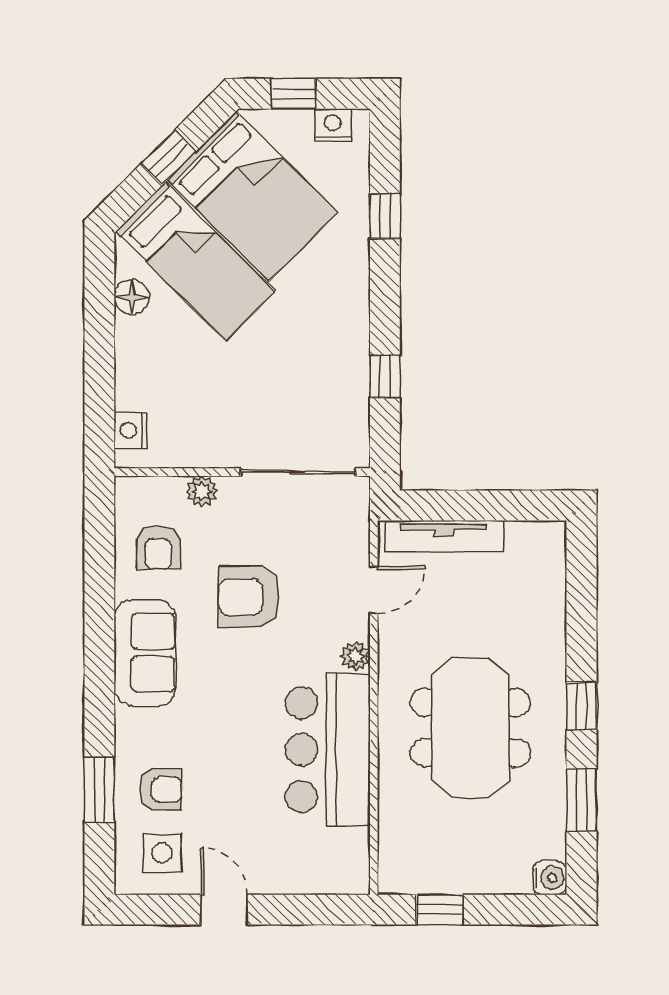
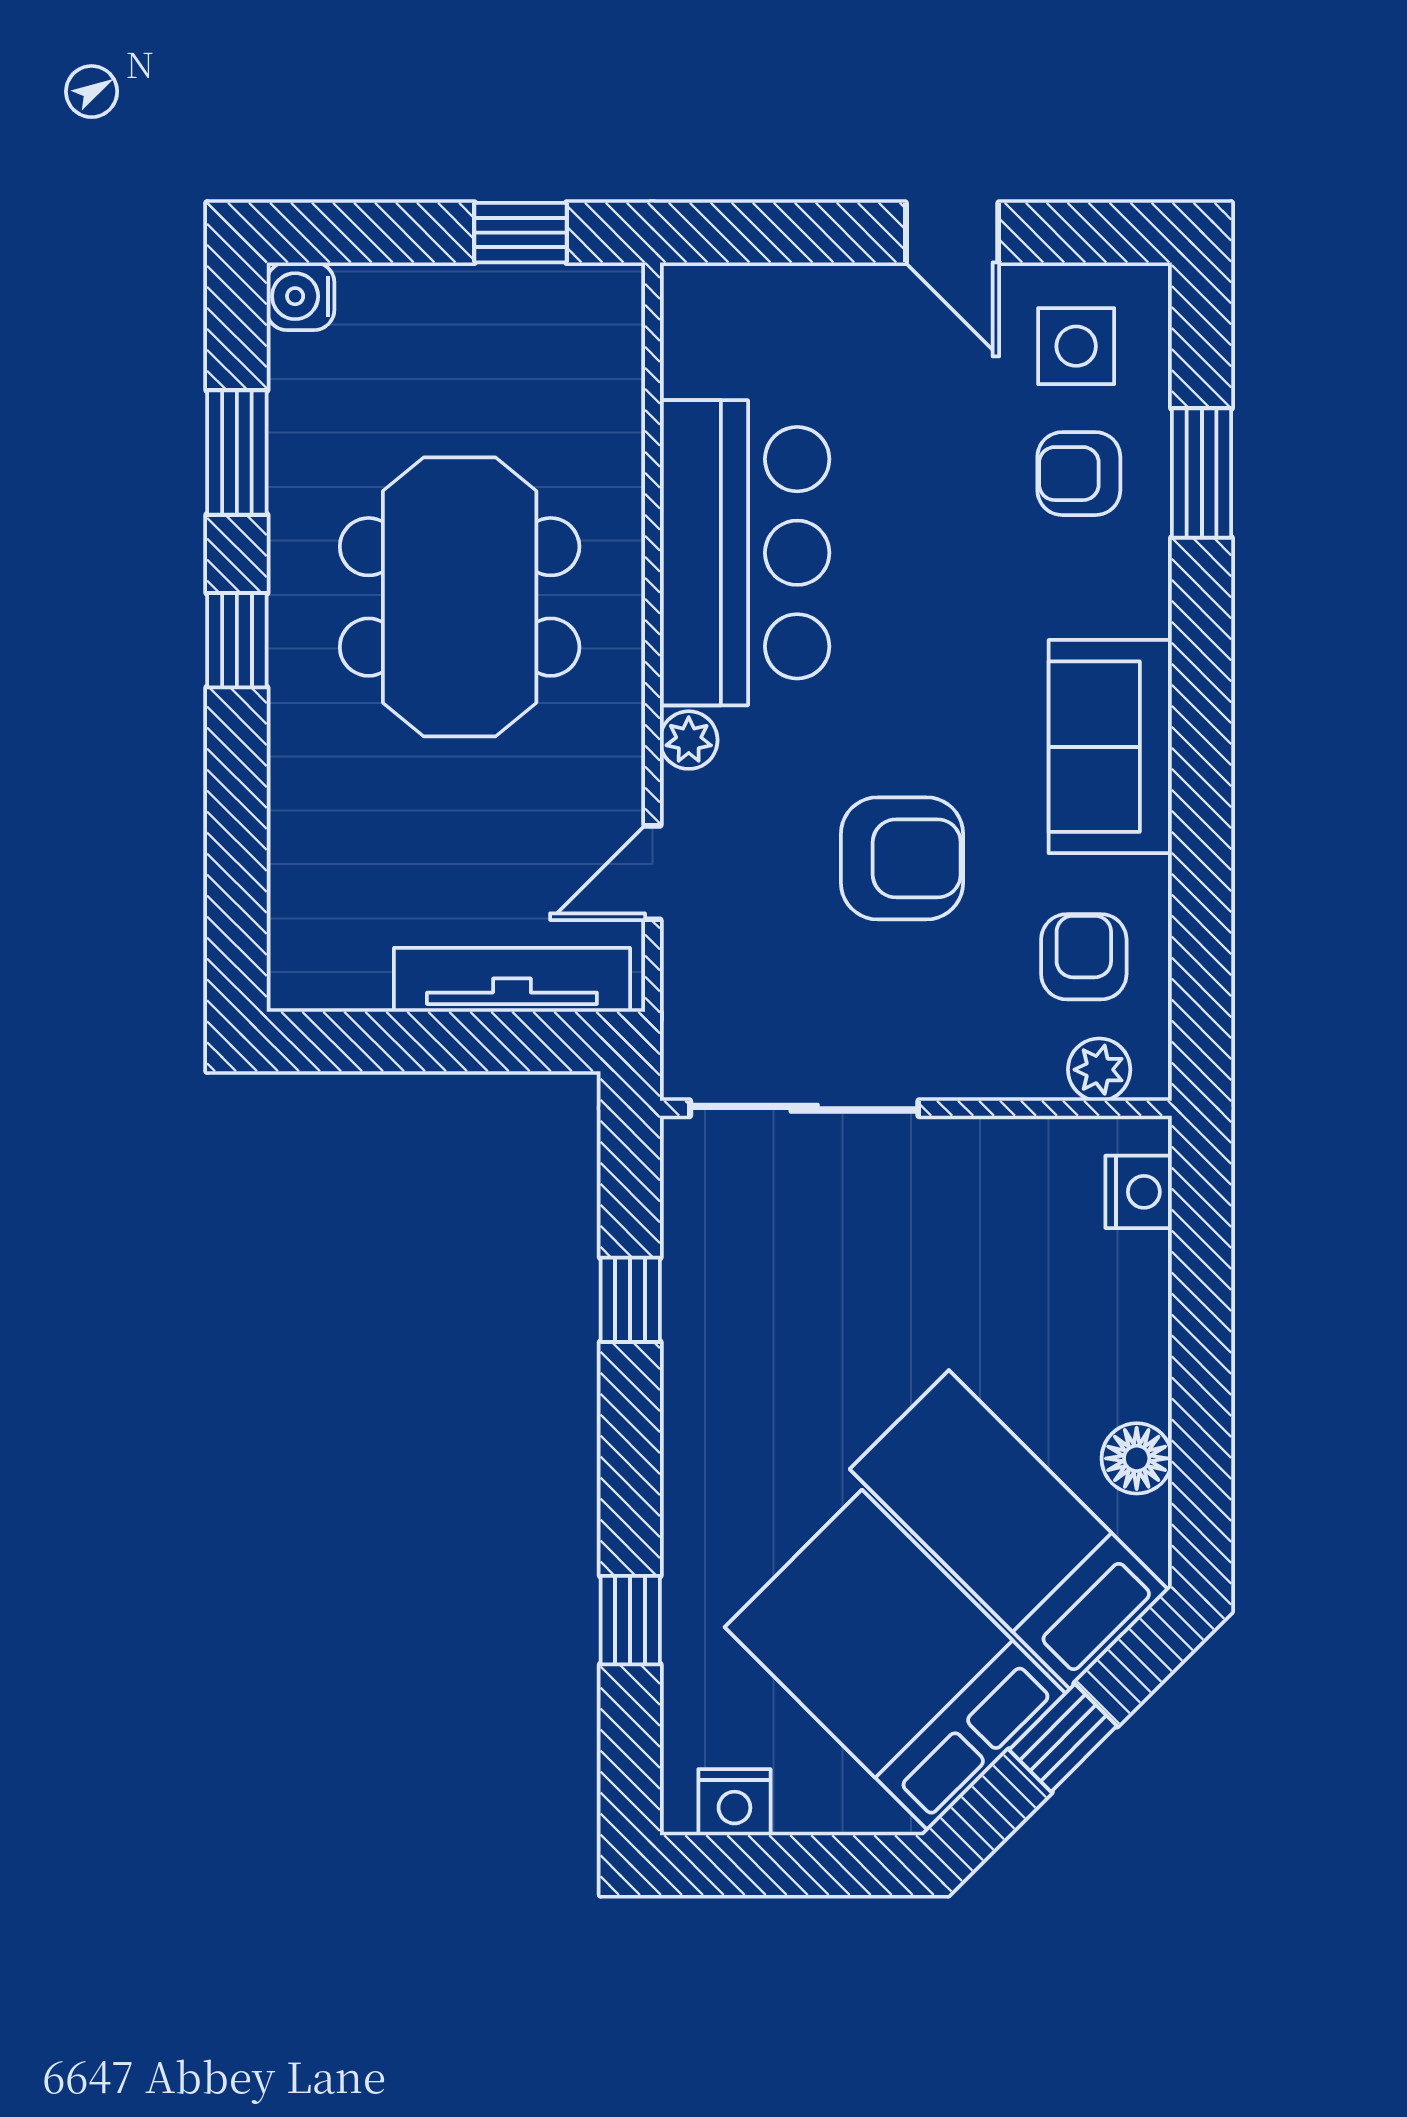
window: (294, 94) -> (812, 1865), removed
plant: (202, 491) -> (1099, 1070), moved

